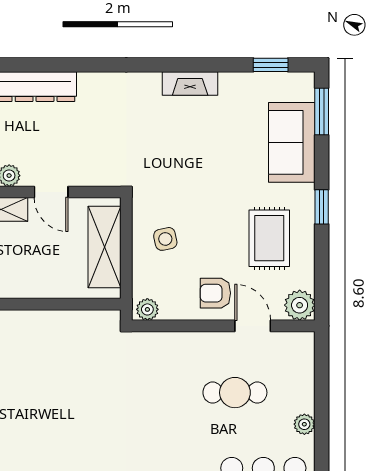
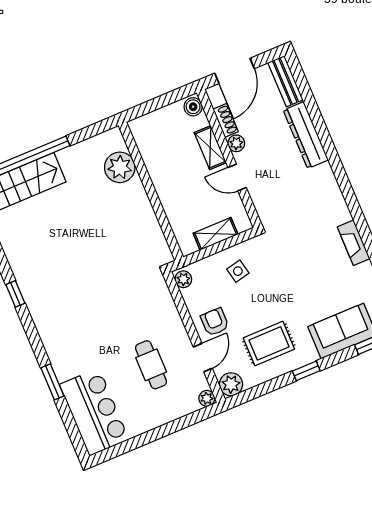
door: (51, 192) -> (237, 177), hinge flipped
shelving: (104, 247) -> (216, 234), width x0.67, depth x0.75
plant: (304, 424) -> (207, 398), moved

